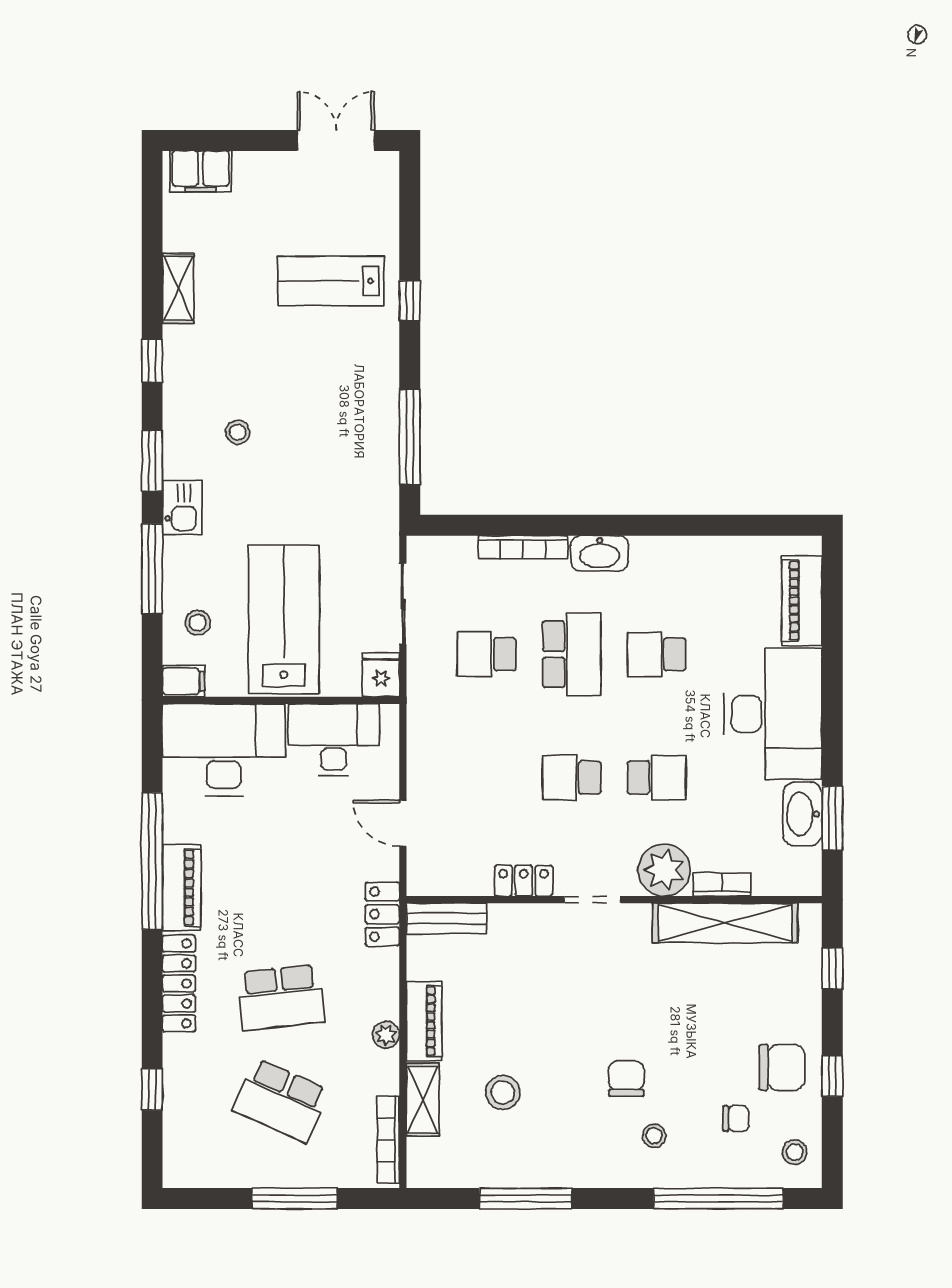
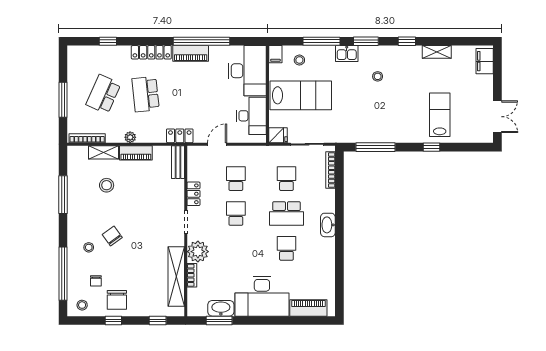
bookcase: (523, 547) -> (330, 170), moved
school desk: (657, 778) -> (236, 179), moved, turned 180
chair: (626, 1079) -> (112, 236), turned -126

